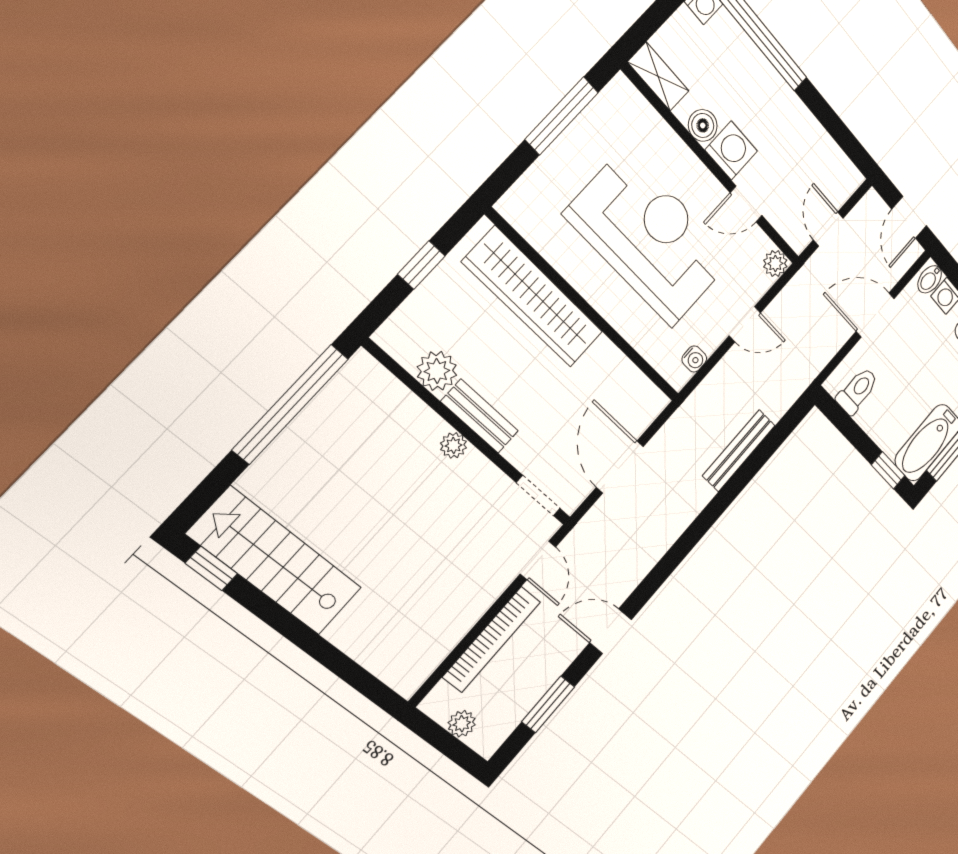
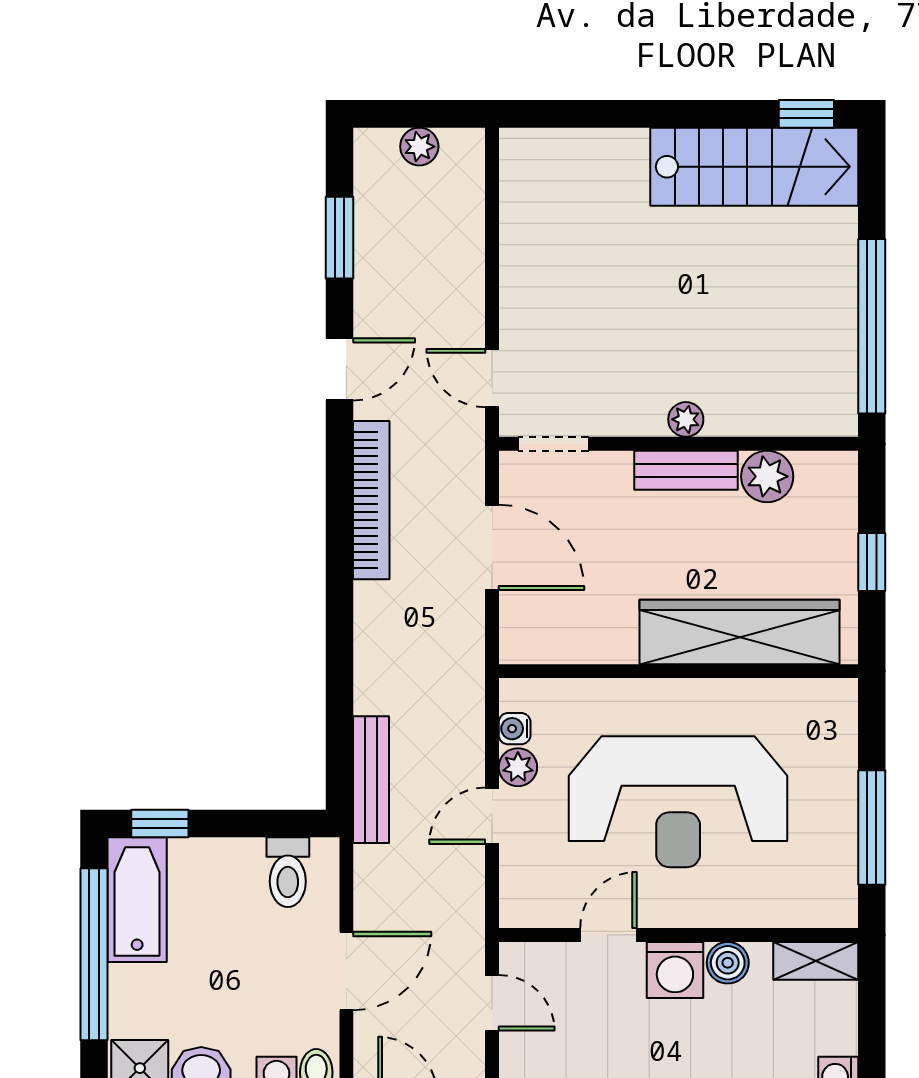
plant: (775, 263) -> (518, 767), moved
bench: (739, 451) -> (371, 780), moved
bookcase: (492, 639) -> (371, 500), moved, turned 180

